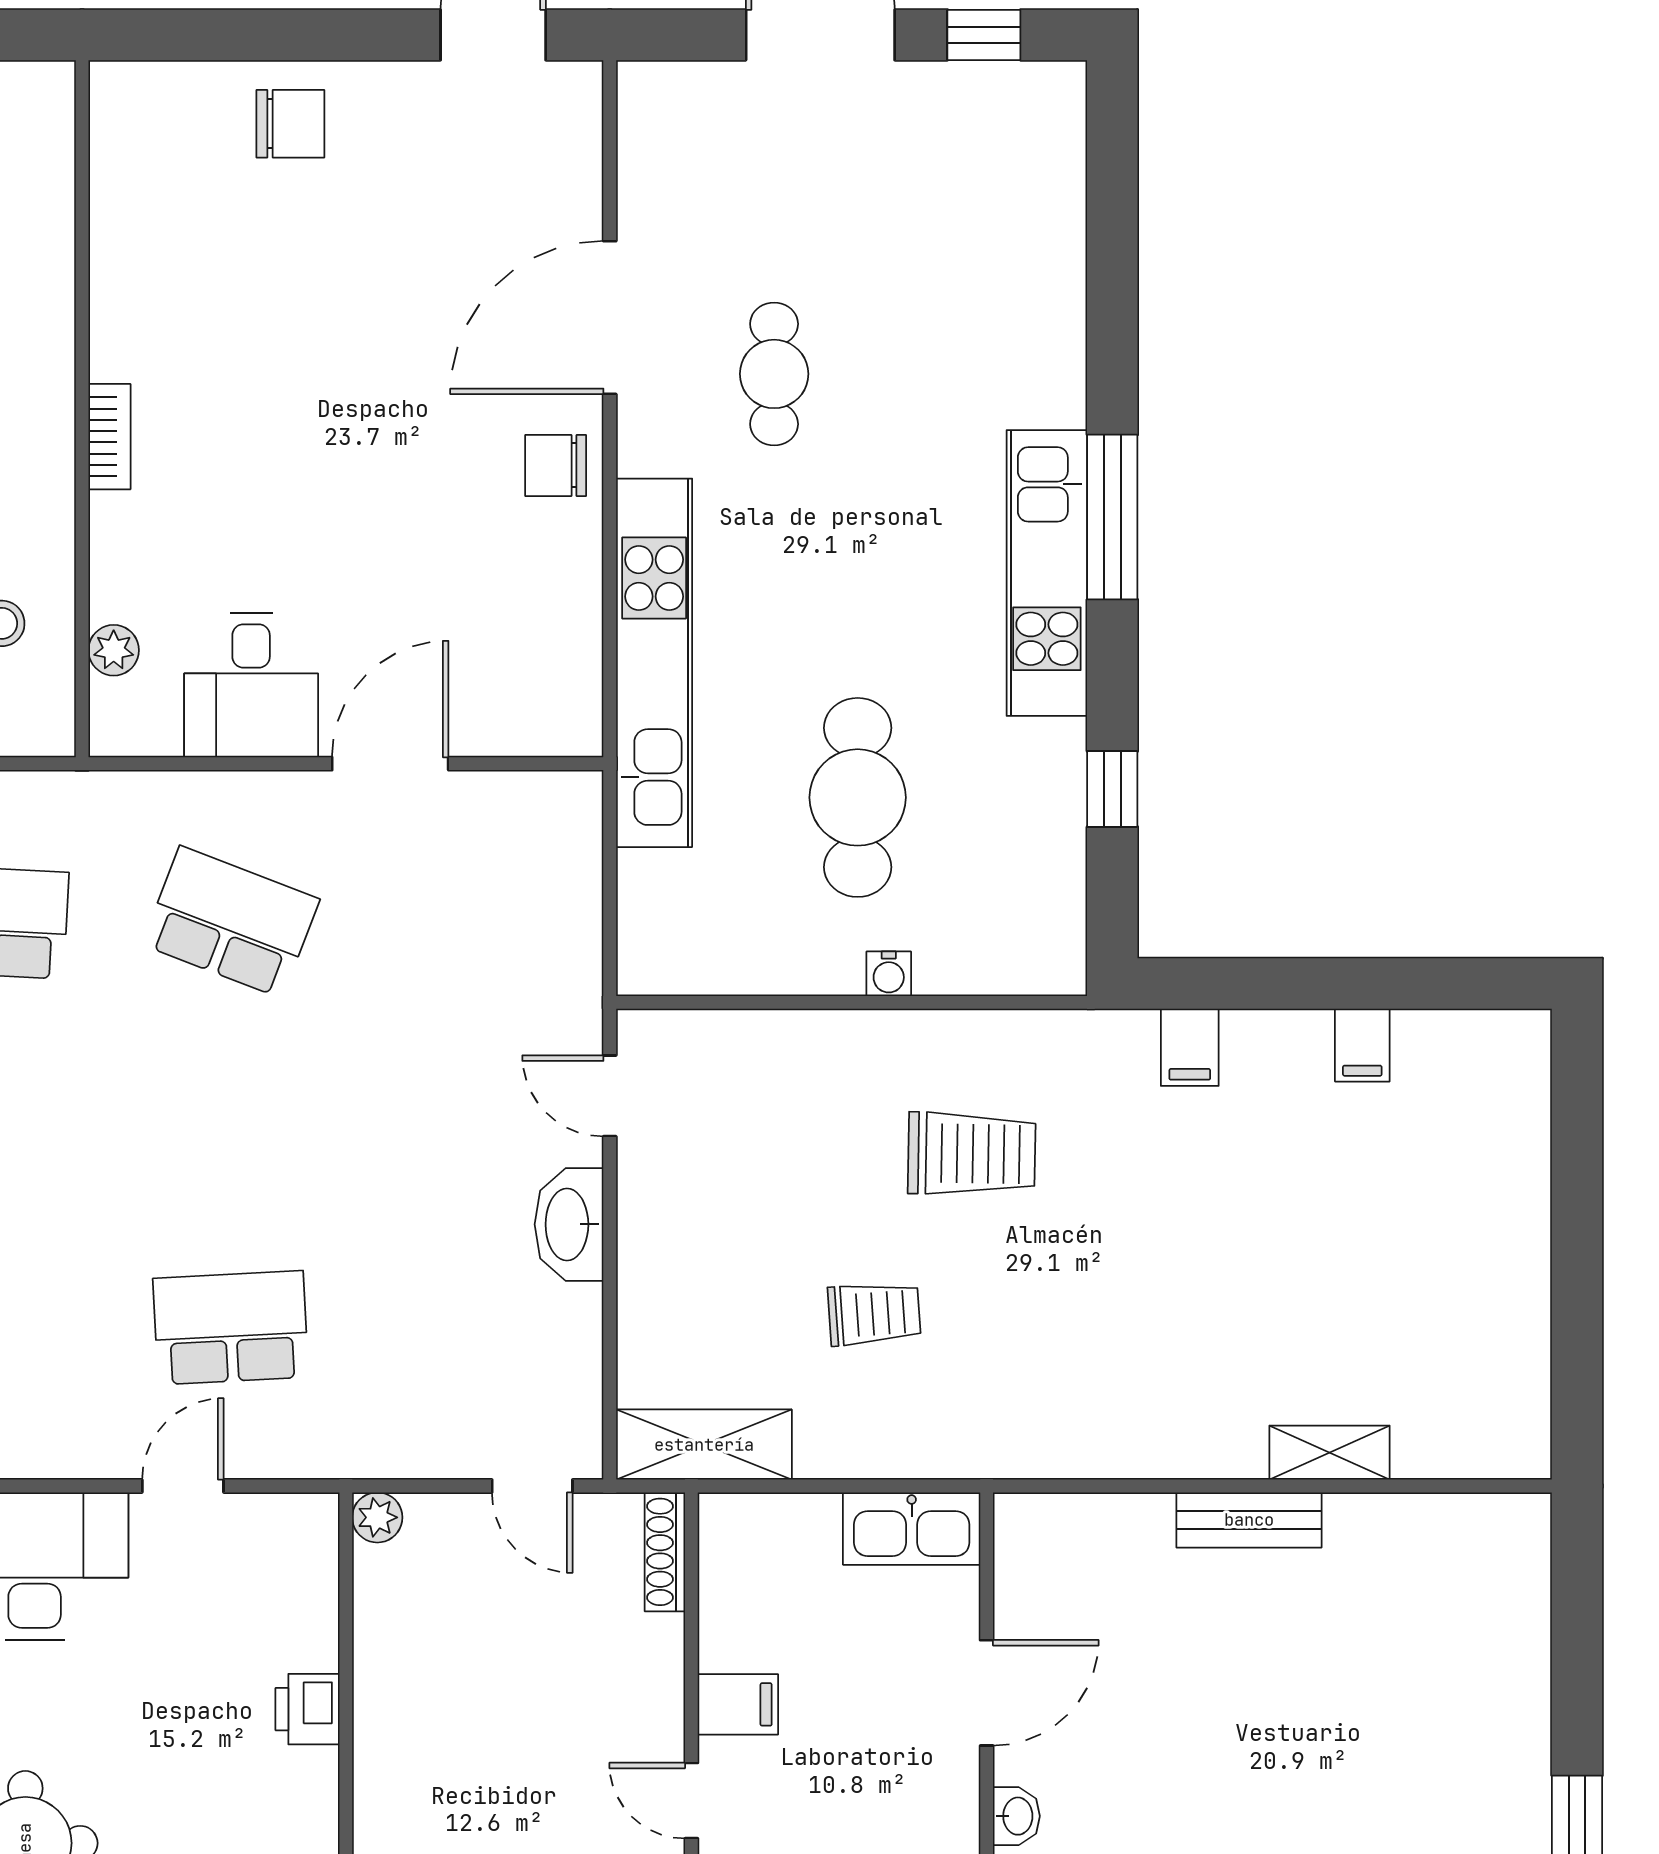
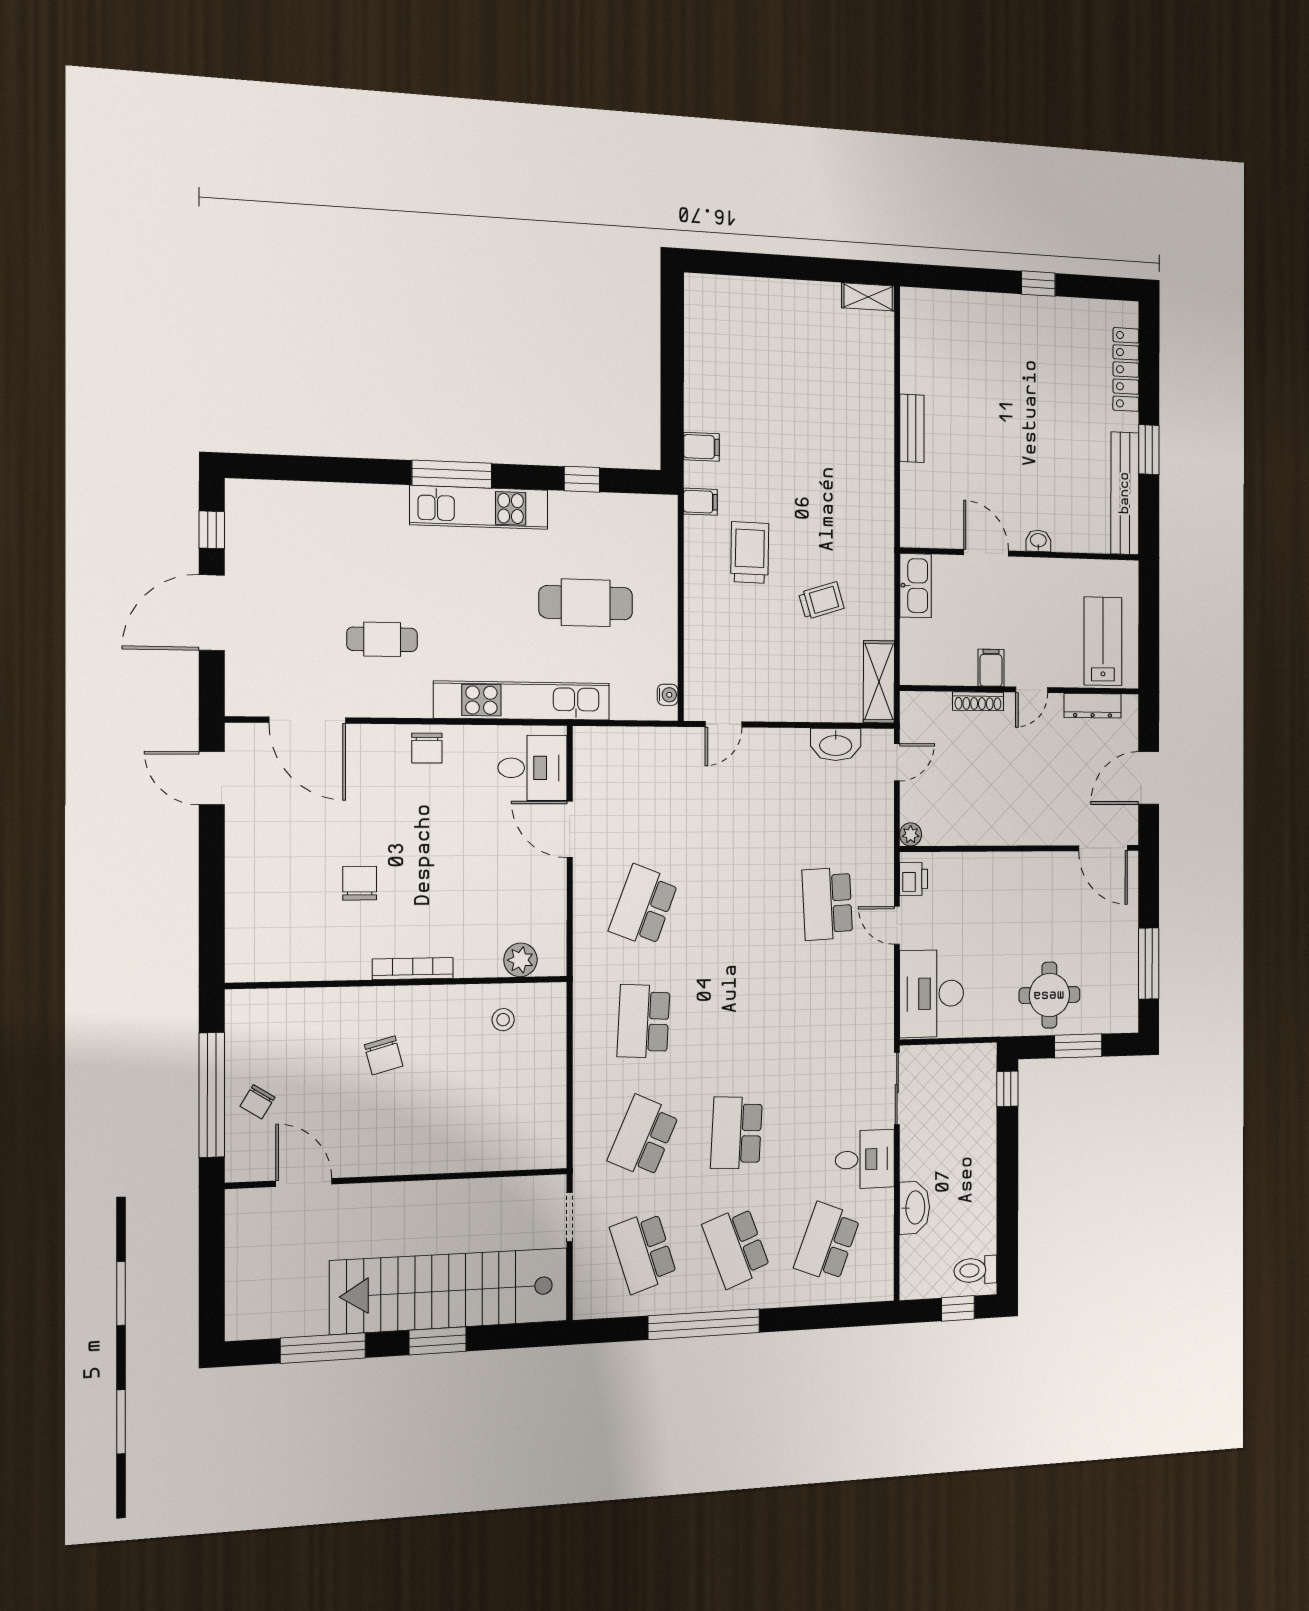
chair: (290, 124) -> (360, 883), moved
door: (610, 318) -> (307, 720), moved
bookcase: (109, 437) -> (413, 969), width x1.56
plant: (114, 650) -> (520, 960), width x1.38, depth x1.38
desk: (251, 685) -> (533, 768), moved
water cooler: (889, 974) -> (668, 695), moved
filing cabinet: (1362, 1045) -> (700, 502), moved
washbasin: (569, 1224) -> (836, 745), moved
trolley: (874, 1314) -> (821, 601), turned 77
shelving: (1329, 1453) -> (868, 297), moved, turned 90
shoe rack: (665, 1552) -> (978, 701), moved
printer: (308, 1709) -> (914, 879), moved, turned -90

